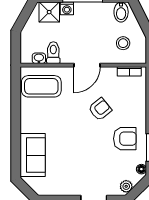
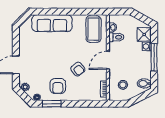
door: (87, 65) -> (108, 60), hinge flipped
sofa: (33, 155) -> (52, 23), width x1.36

